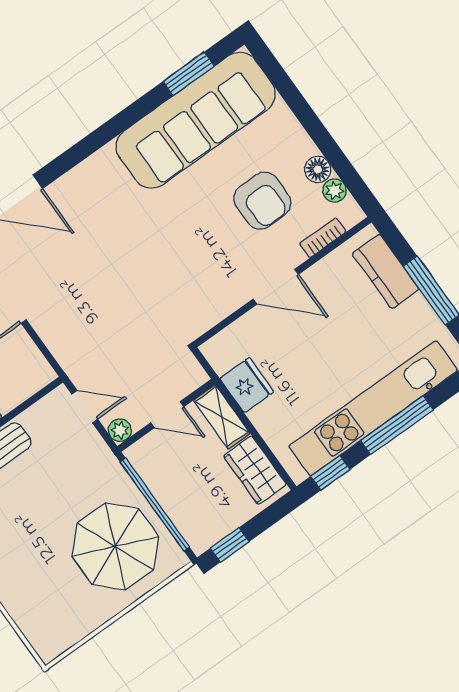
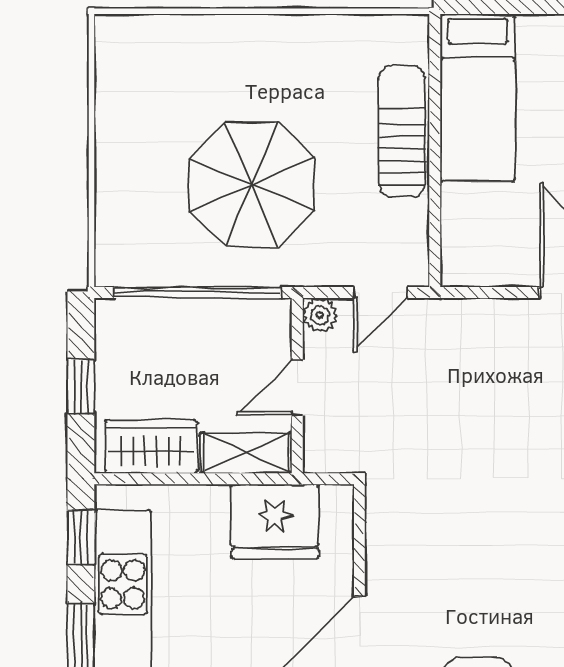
fridge: (247, 385) -> (275, 521), width x1.36, depth x1.34
window: (230, 545) -> (81, 386), moved
parasol: (115, 547) -> (252, 184), moved

